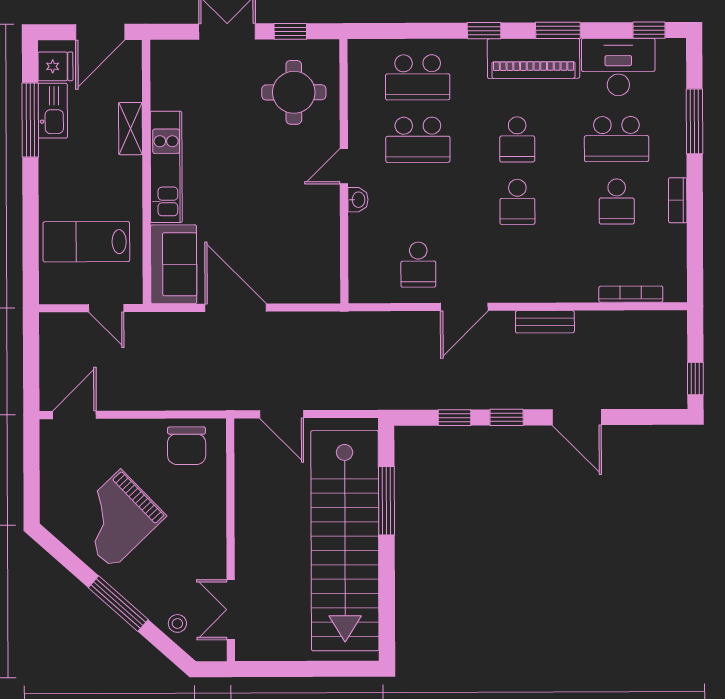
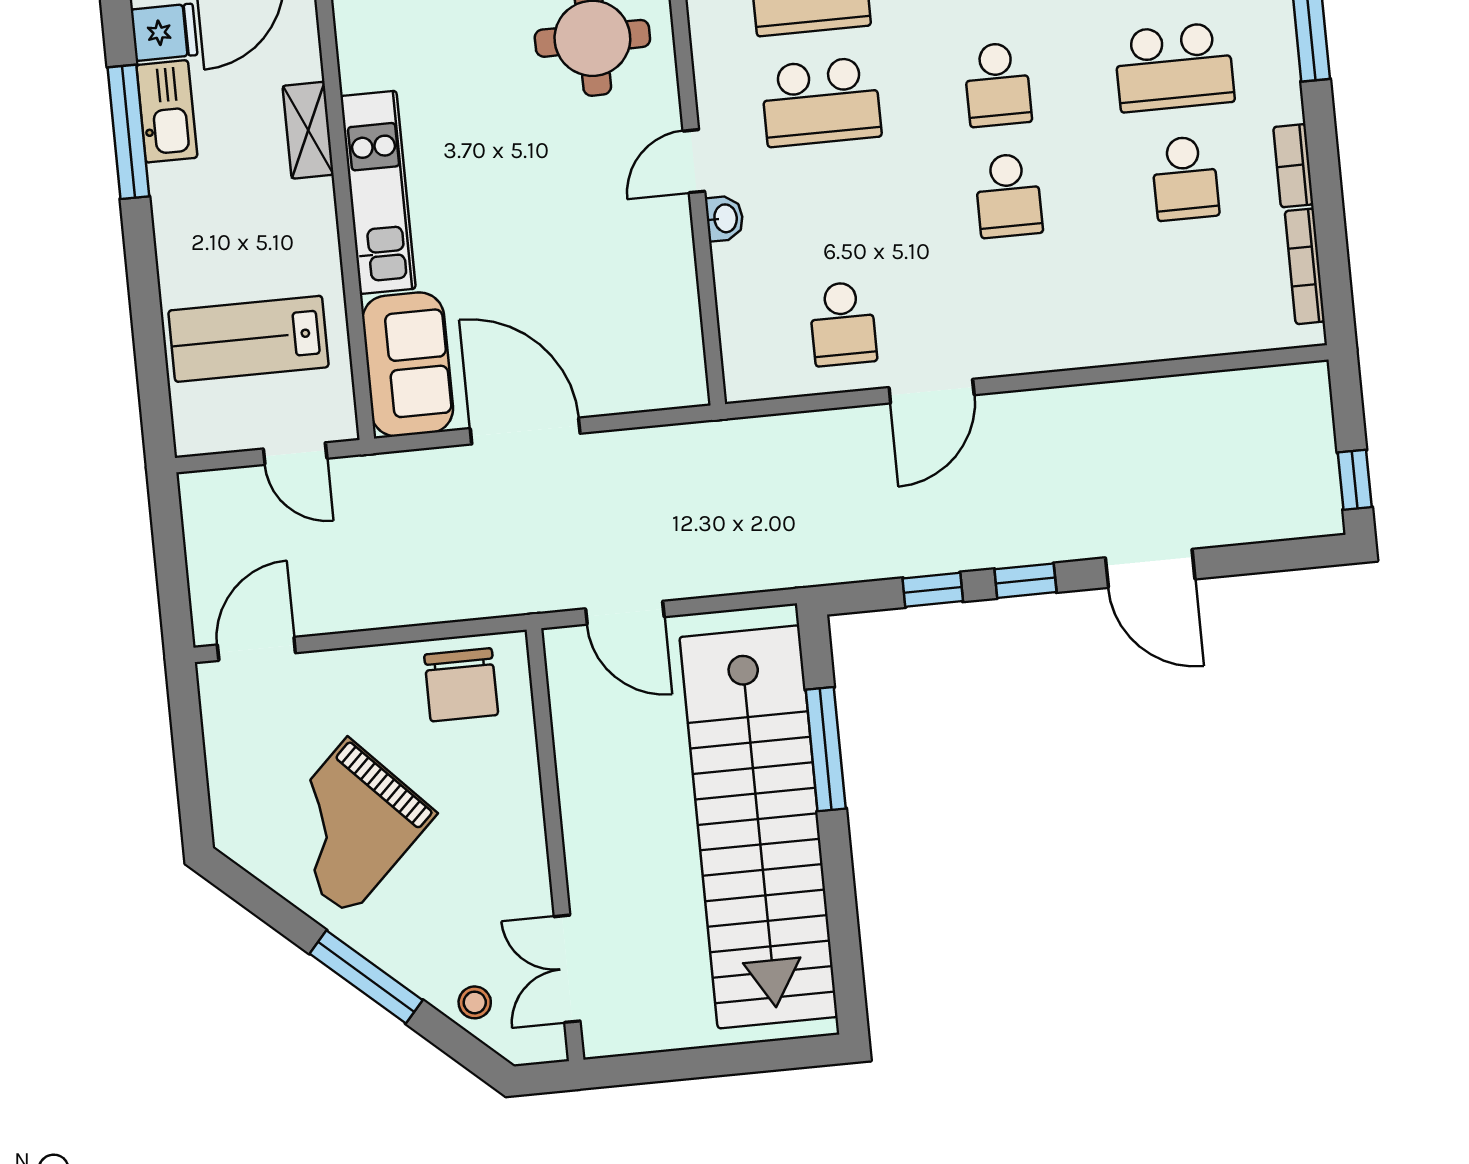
bookcase: (631, 294) -> (1305, 266), moved, turned -90
bench: (545, 322) -> (1077, 404), removed

